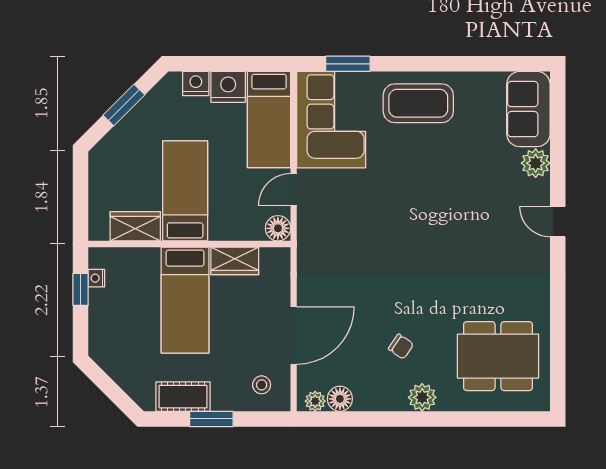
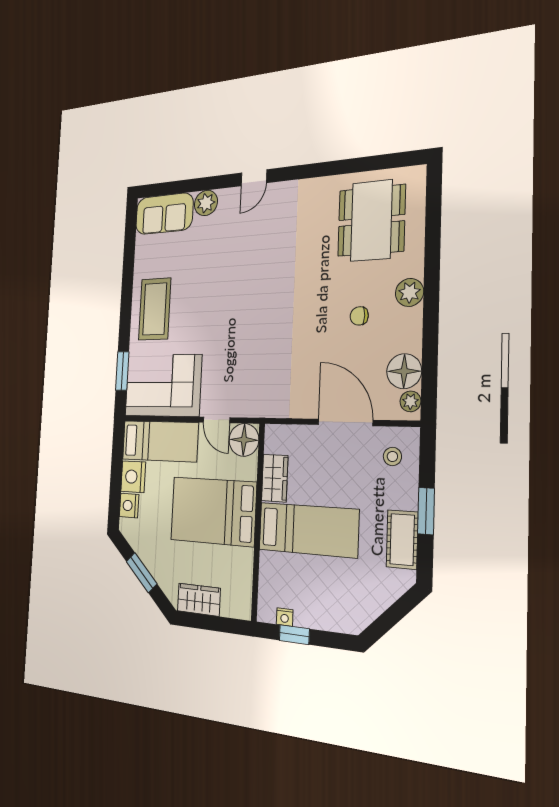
bed: (185, 191) -> (213, 511), width x1.50
wardrobe: (135, 226) -> (199, 600), moved, turned 90
floor lamp: (278, 228) -> (244, 440), width x1.38, depth x1.38
chair: (401, 347) -> (359, 316), turned -124
floor lamp: (340, 399) -> (404, 371), width x1.38, depth x1.38

